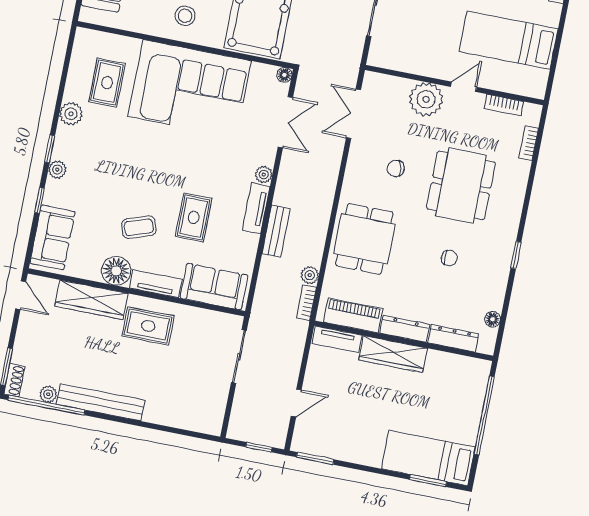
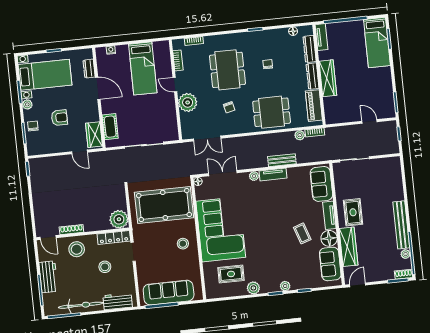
dining table: (461, 185) -> (227, 70), turned 90
rug: (194, 217) -> (288, 206), removed
sofa: (52, 237) -> (330, 264), moved, turned -90
tv unit: (337, 339) -> (322, 37), moved

